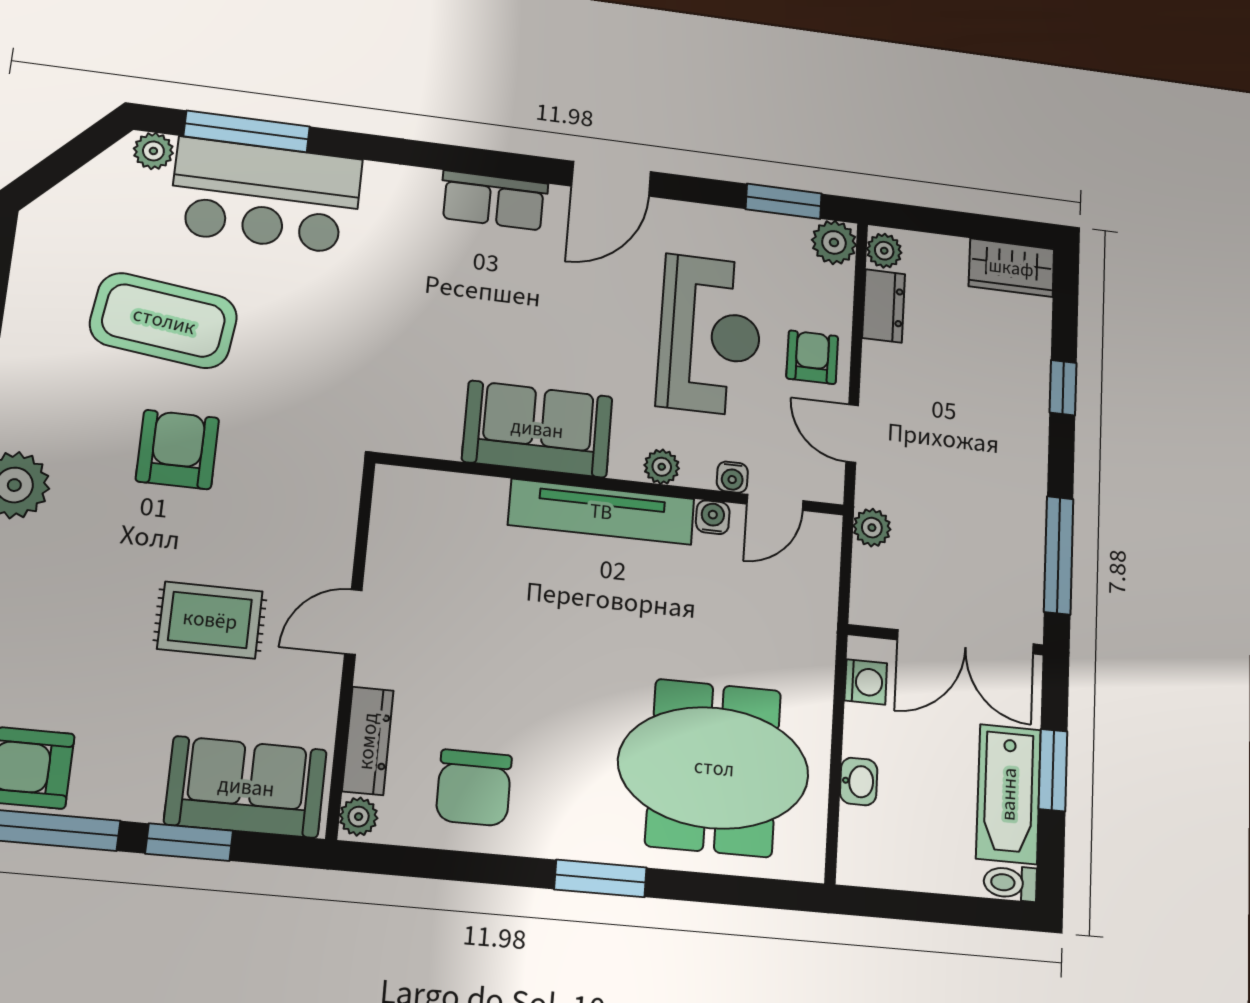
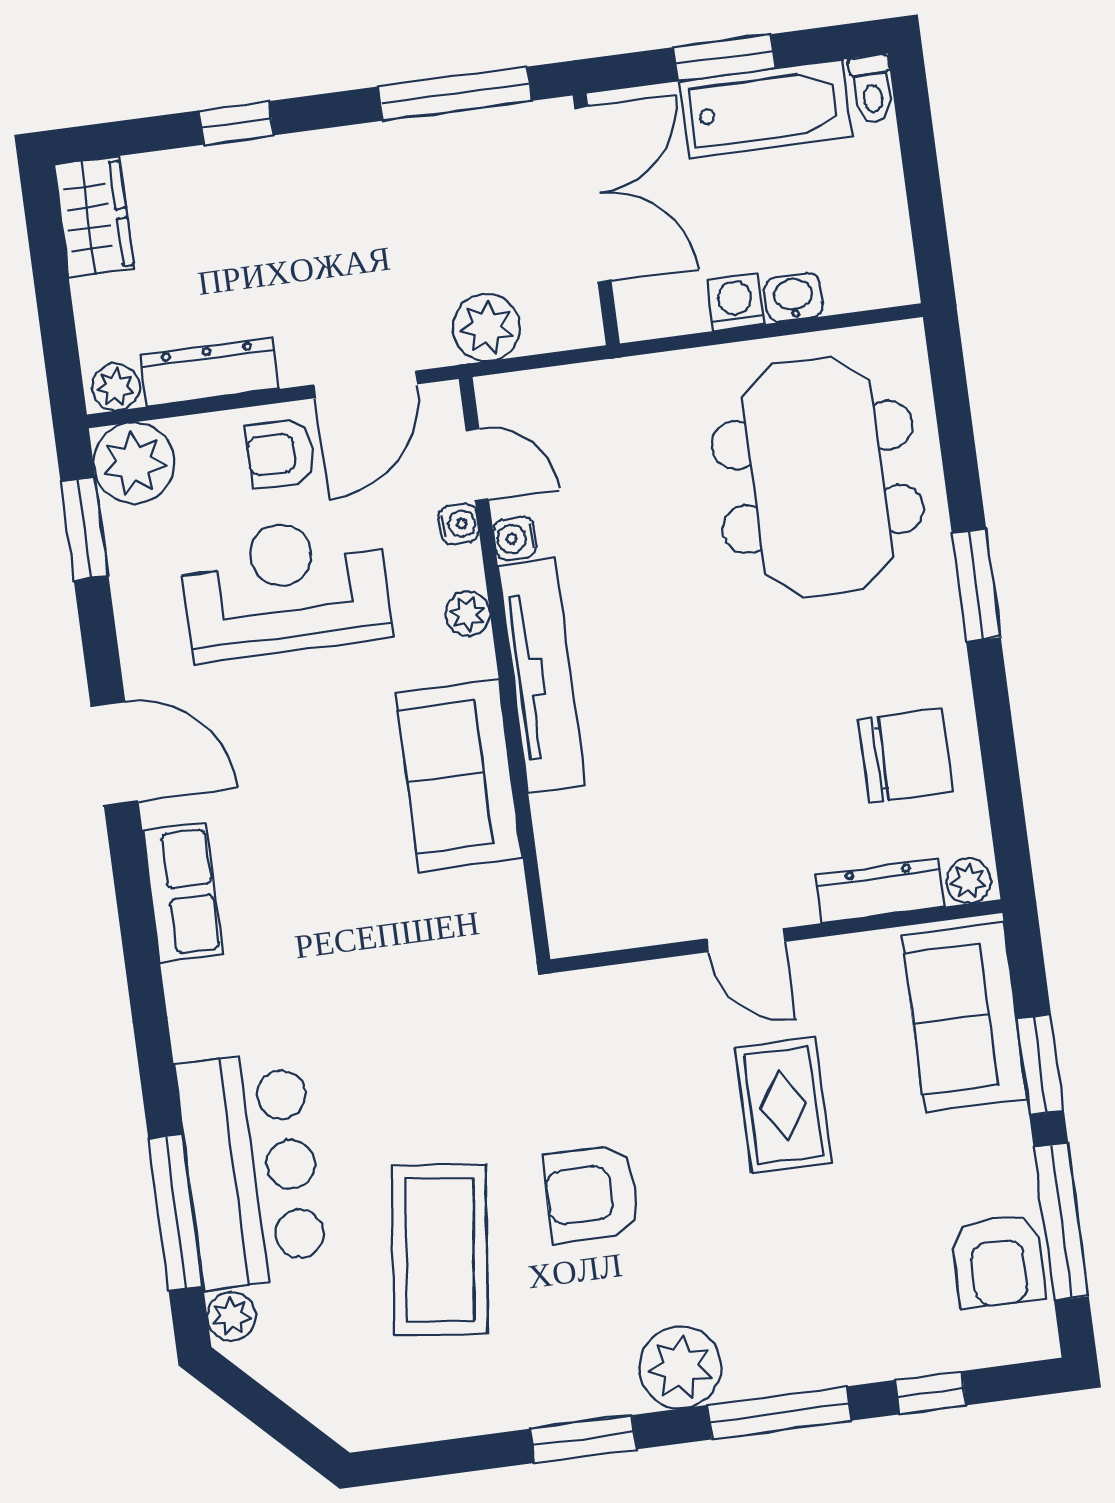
plant: (834, 242) -> (134, 463), width x1.36, depth x1.36
dresser: (884, 306) -> (209, 372), width x1.44
door: (852, 433) -> (365, 384), width x1.38
plant: (872, 528) -> (487, 327), width x1.38, depth x1.38
washing machine: (866, 682) -> (735, 302), moved

